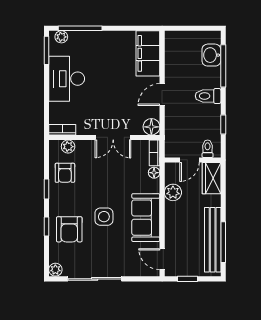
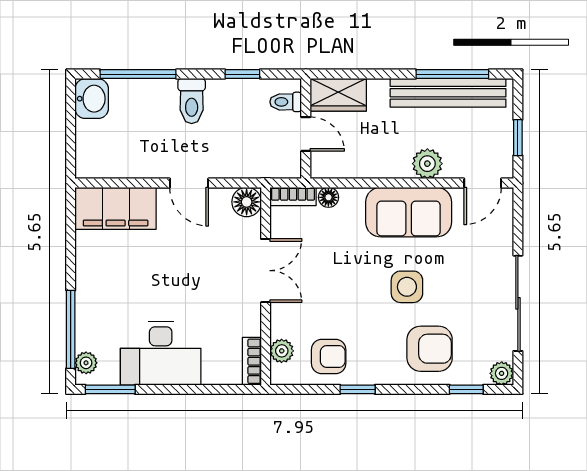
washbasin: (211, 55) -> (92, 99), moved, turned -90
plant: (173, 192) -> (427, 164), moved
window: (46, 226) -> (466, 389), moved

